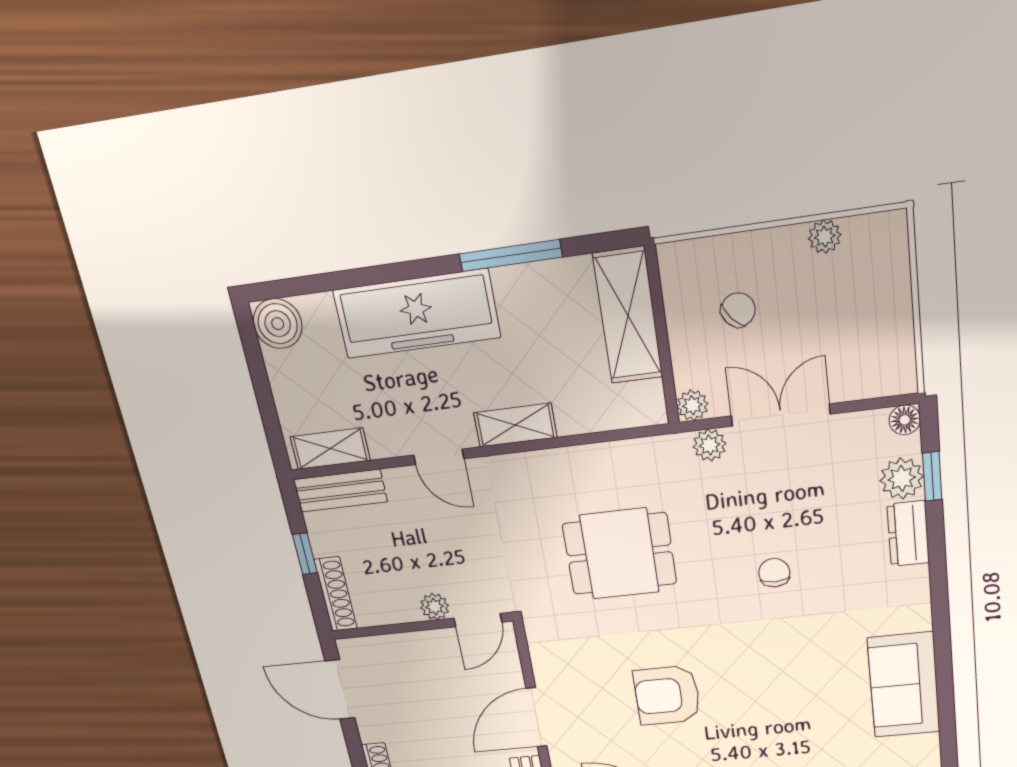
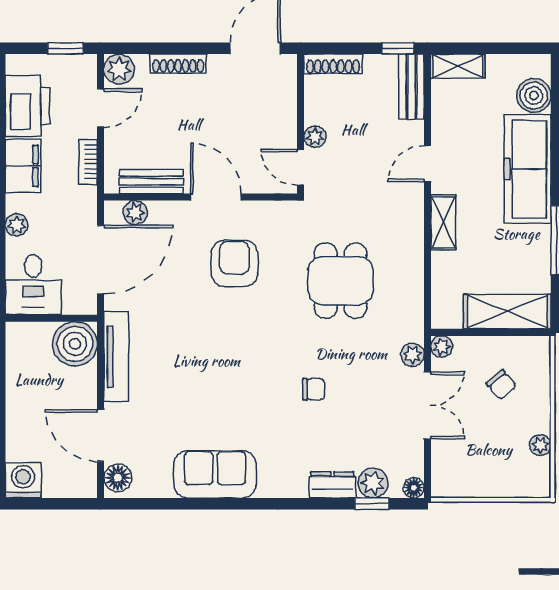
boiler: (278, 324) -> (534, 96), moved
shelving: (330, 449) -> (458, 66), moved, turned 90
window: (305, 554) -> (398, 48), moved
armchair: (667, 695) -> (234, 263), moved

